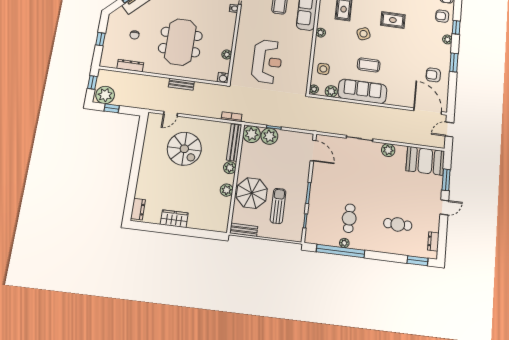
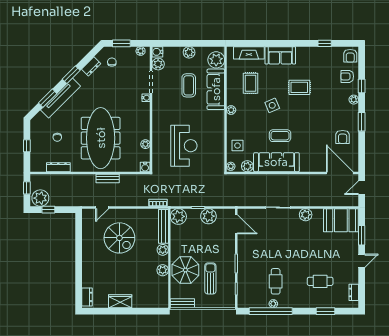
meeting table: (180, 42) -> (101, 138), width x1.36
armchair: (433, 75) -> (343, 137), turned -90
plant: (269, 136) -> (208, 216), moved
window: (418, 261) -> (325, 311), moved

